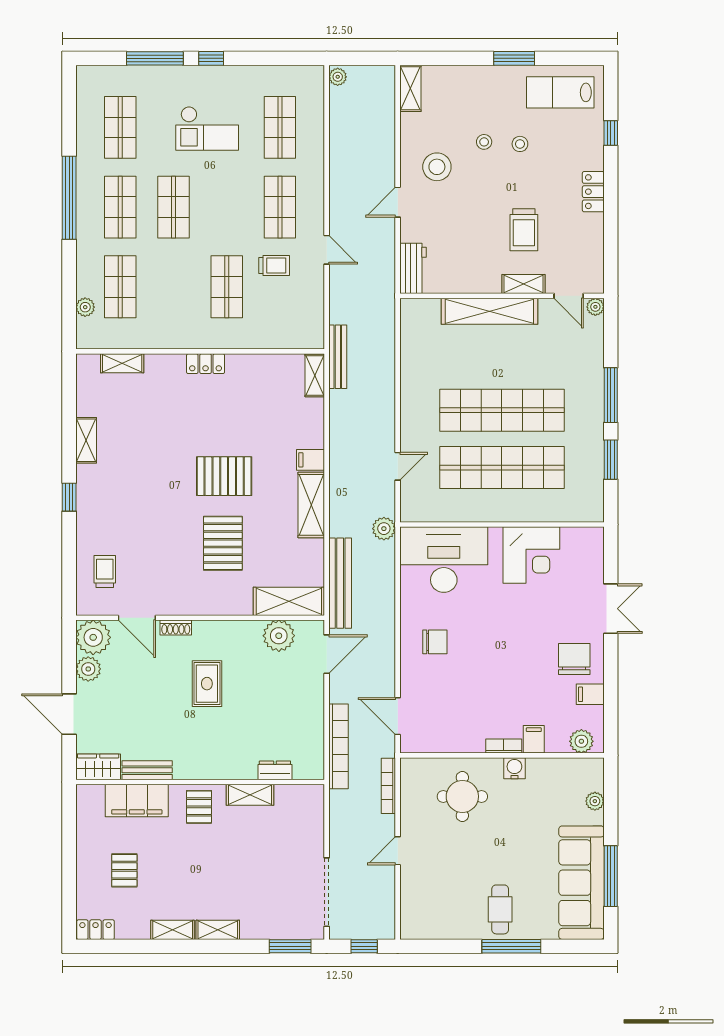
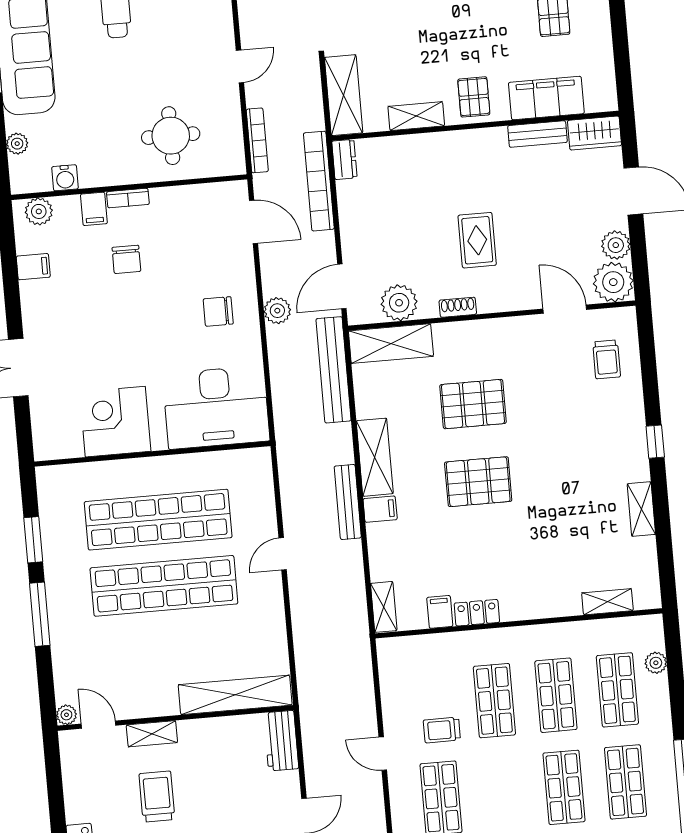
shop shelf: (173, 287) -> (556, 695), added
shelving: (489, 311) -> (235, 695), moved
bench: (338, 357) -> (348, 502), moved
locker: (206, 364) -> (477, 613), moved
filing cabinet: (267, 367) -> (440, 612), added
door: (398, 466) -> (283, 554), moved
plant: (384, 529) -> (277, 311), moved
pallet: (223, 543) -> (473, 404), turned 90
shoe rack: (176, 628) -> (458, 307), moved
chair: (574, 659) -> (126, 259), moved, width x0.73, depth x0.73
water cooler: (514, 768) -> (65, 178), moved
dresser: (275, 770) -> (344, 159), moved, turned -90
shelving: (311, 818) -> (344, 95), added

